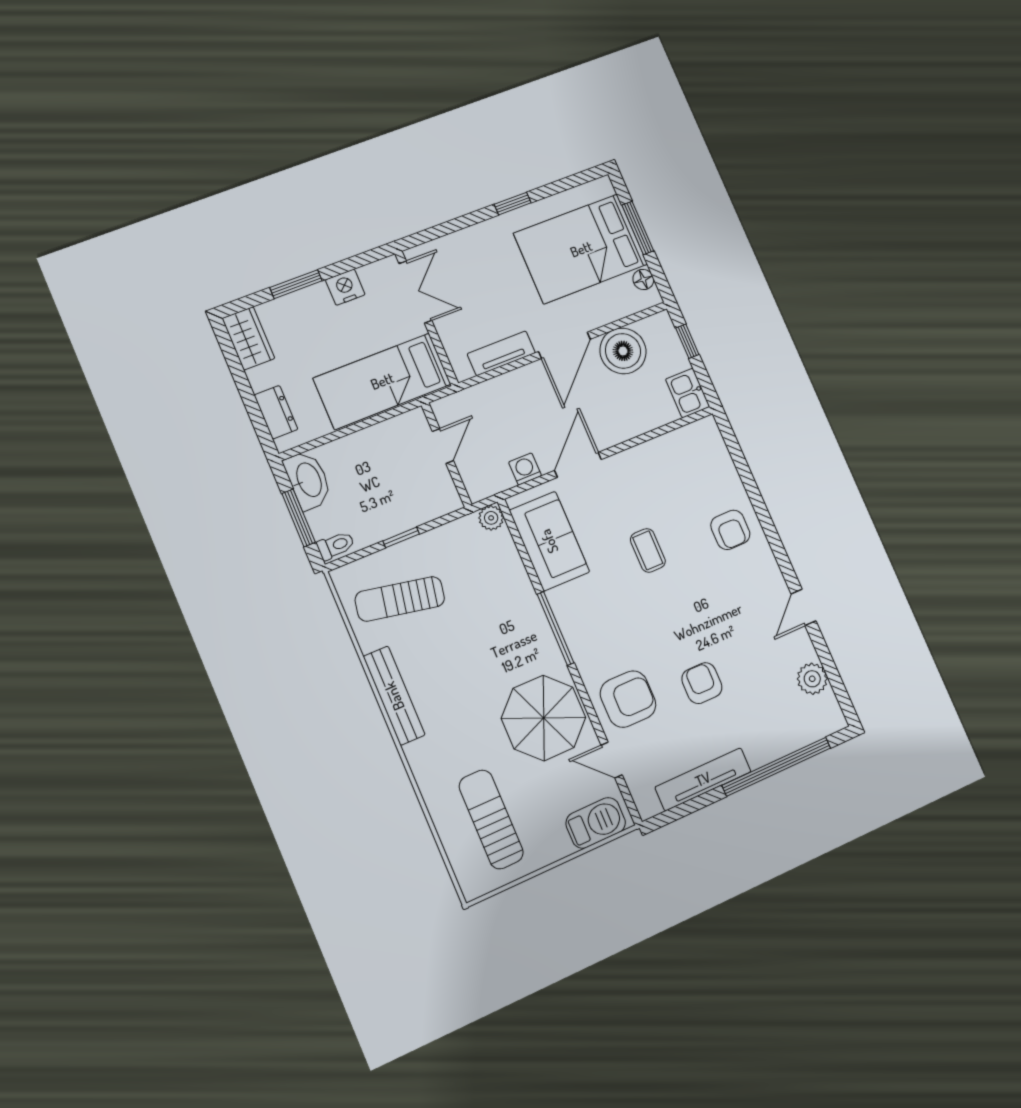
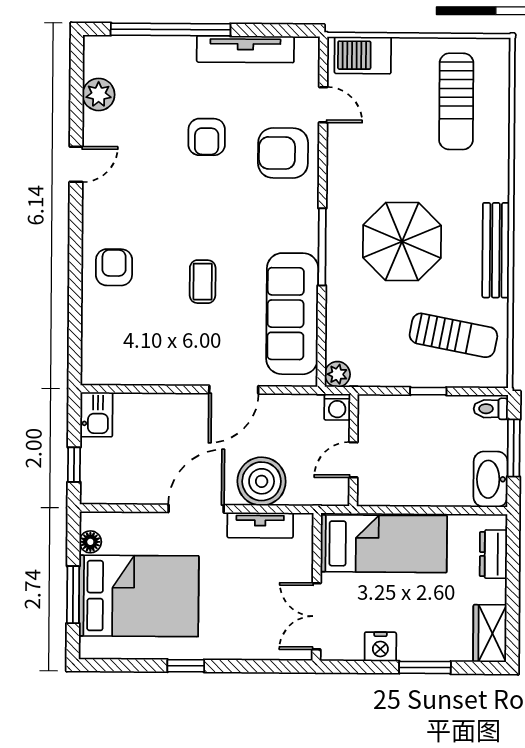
boiler: (623, 351) -> (262, 481), moved
washing machine: (525, 469) -> (337, 407), moved
sofa: (549, 541) -> (292, 314), width x1.36
parasol: (544, 718) -> (402, 241), moved

